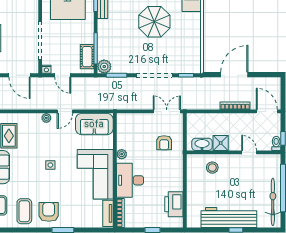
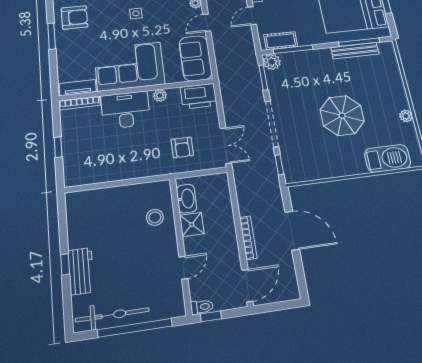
door: (65, 111) -> (207, 23), hinge flipped
armchair: (164, 143) -> (182, 147), turned -90
printer: (174, 204) -> (199, 96), moved, turned 180
workbench: (229, 218) -> (81, 271), width x0.53, depth x0.76

